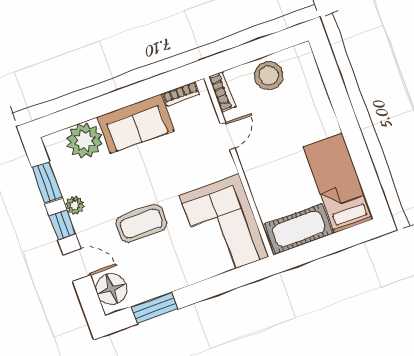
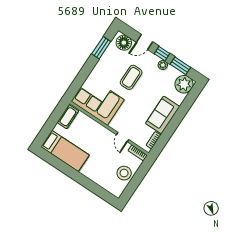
plant: (85, 141) -> (184, 84), moved
cot: (299, 229) -> (68, 117), width x0.73, depth x0.75

